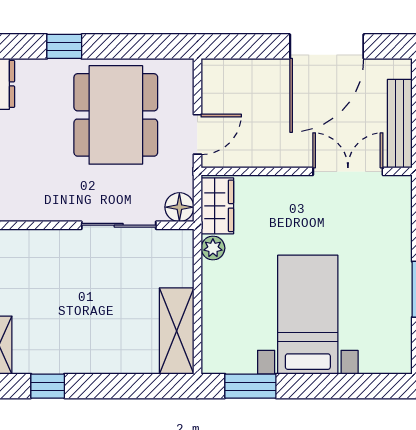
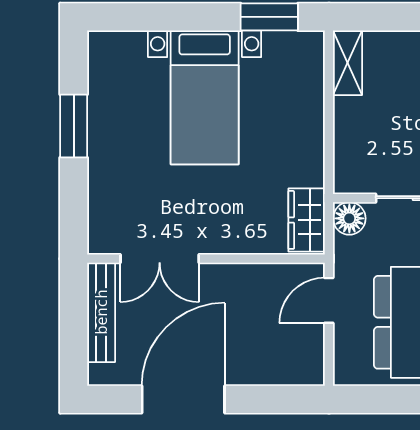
plant: (213, 248) -> (312, 172), removed
shelving: (177, 331) -> (348, 63), width x0.67, depth x0.75

